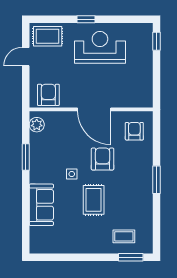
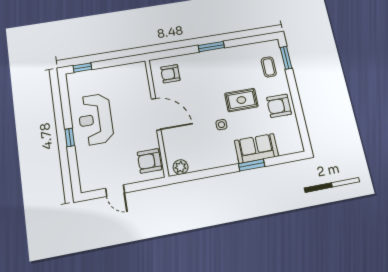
rug: (48, 36) -> (91, 172), removed
door: (94, 109) -> (156, 114), hinge flipped
window: (26, 157) -> (252, 165), moved
armchair: (103, 159) -> (279, 106), moved

